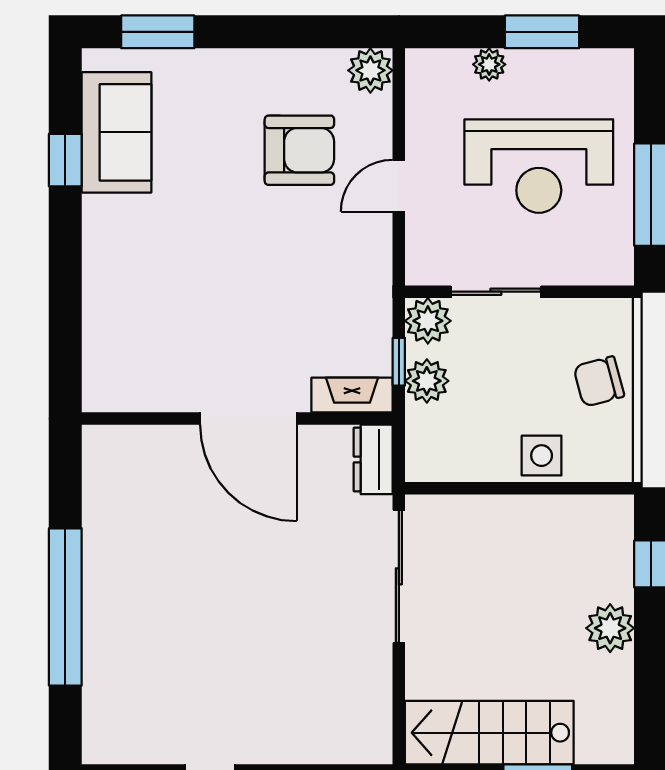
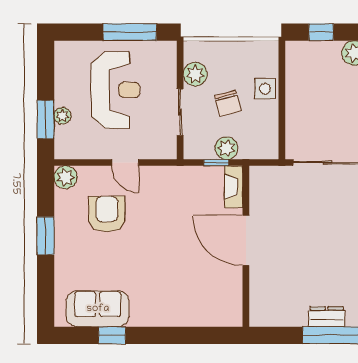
window: (158, 32) -> (46, 236), moved
window: (542, 32) -> (46, 119), moved
plant: (428, 321) -> (195, 74), moved
chair: (599, 381) -> (228, 103), moved
door: (248, 419) -> (246, 240), swing flipped
dresser: (373, 459) -> (327, 317), moved, turned 180

